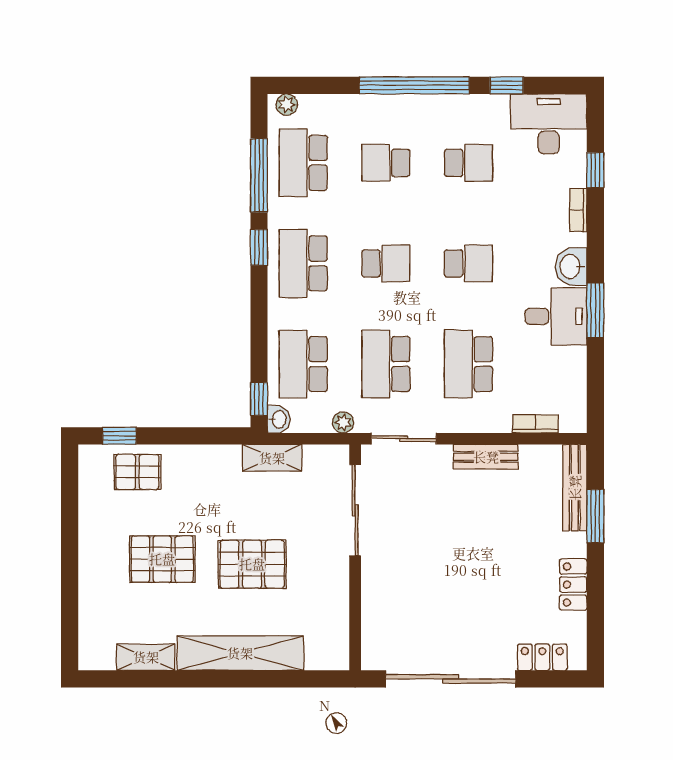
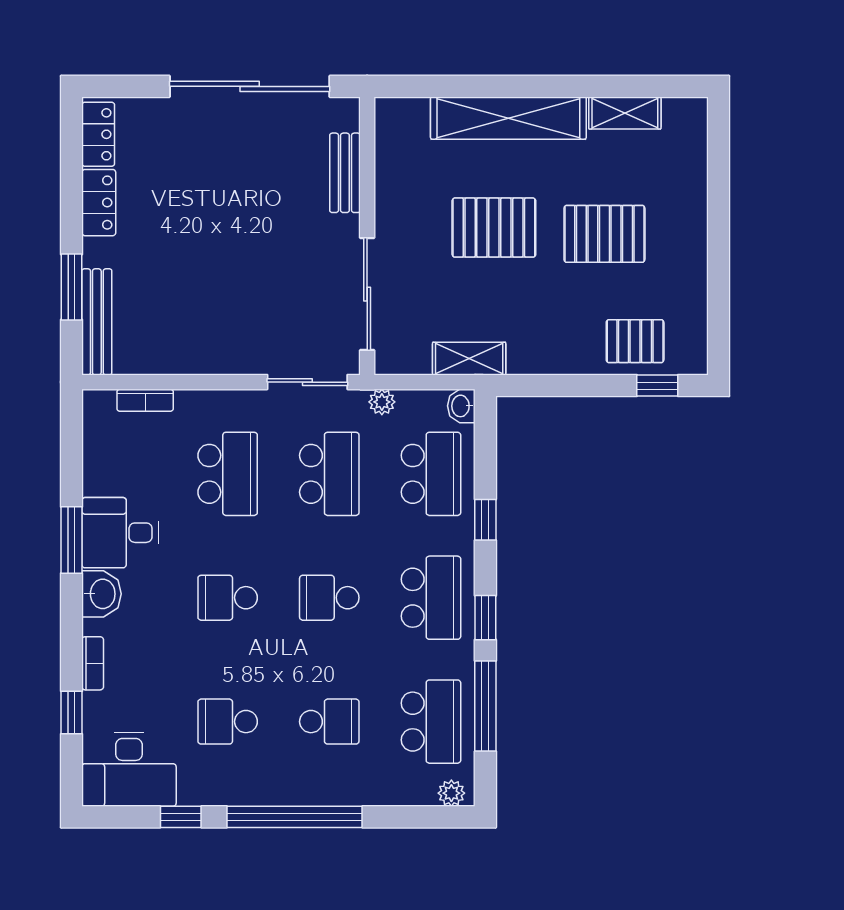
window: (259, 399) -> (485, 520), moved
bench: (486, 457) -> (345, 173), moved, turned 90
locker: (542, 657) -> (98, 134), moved, turned -90

